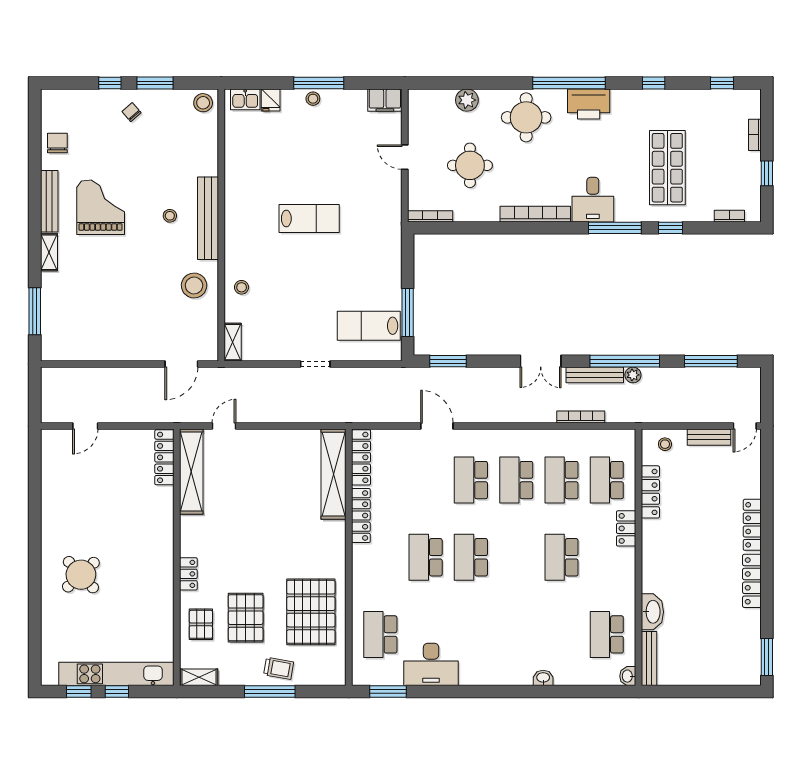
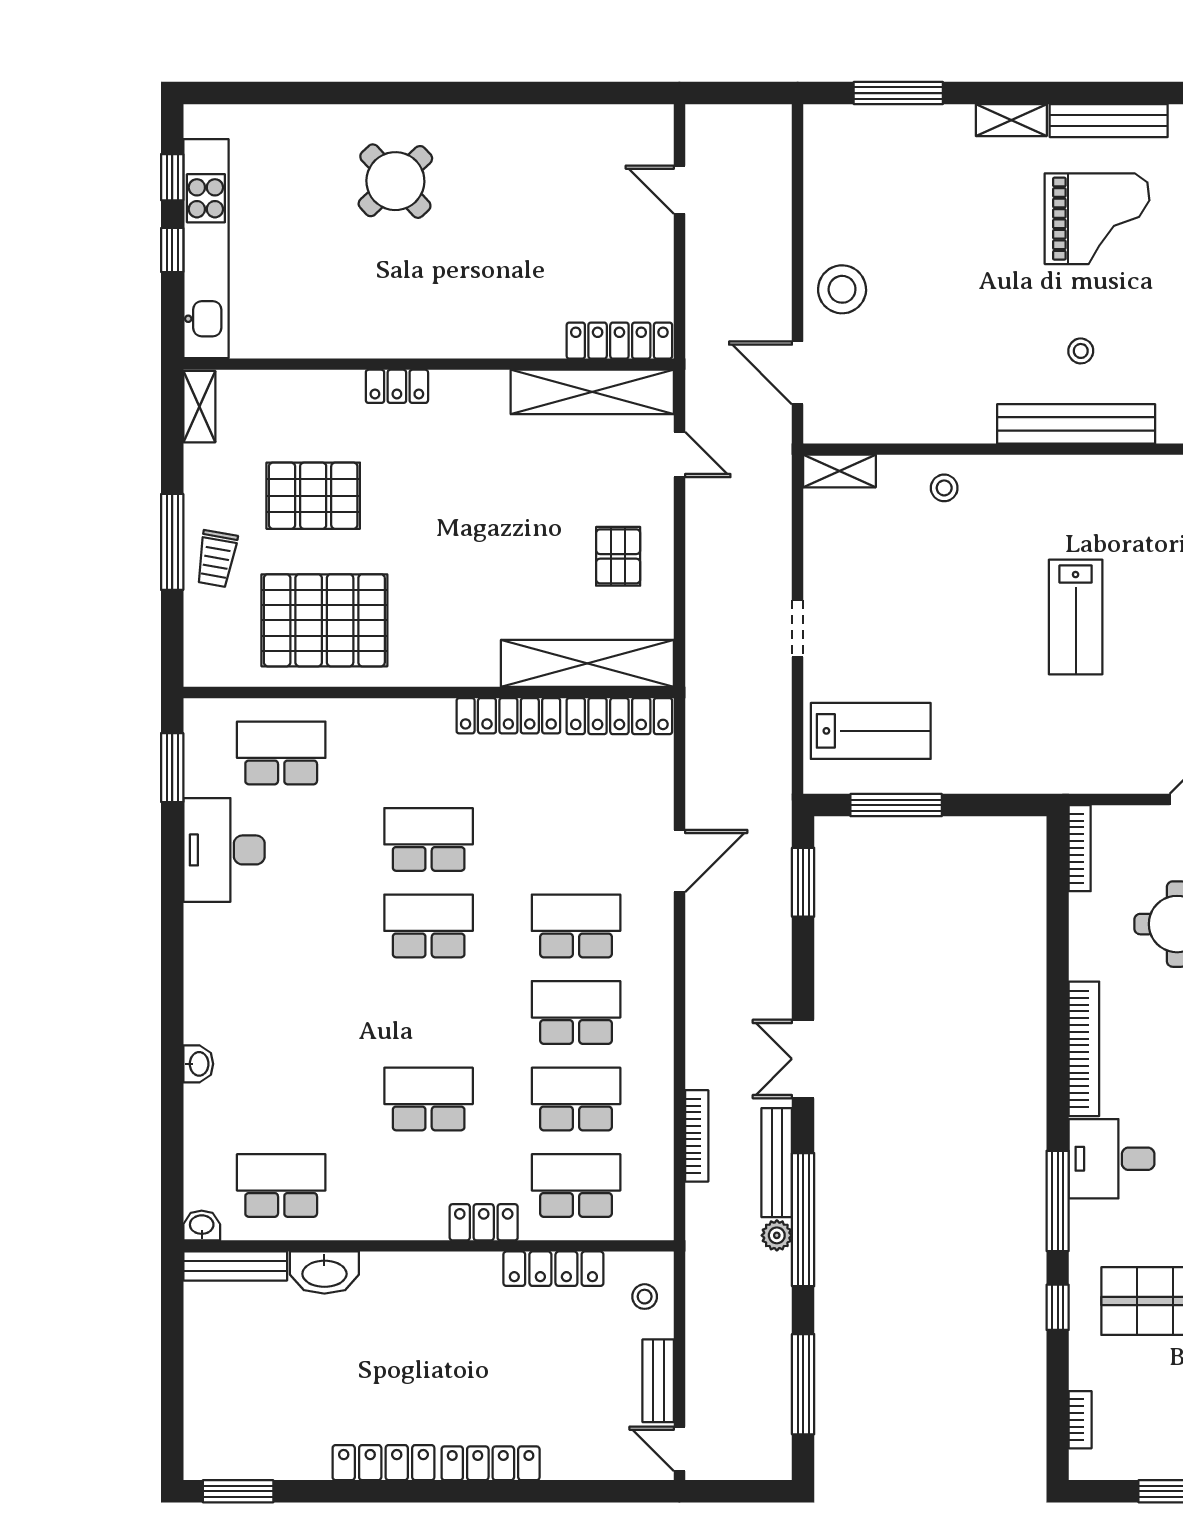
stool: (194, 285) -> (842, 289), moved
lab bench: (369, 326) -> (871, 731), turned 90
pallet: (201, 624) -> (618, 556), moved, turned 90

